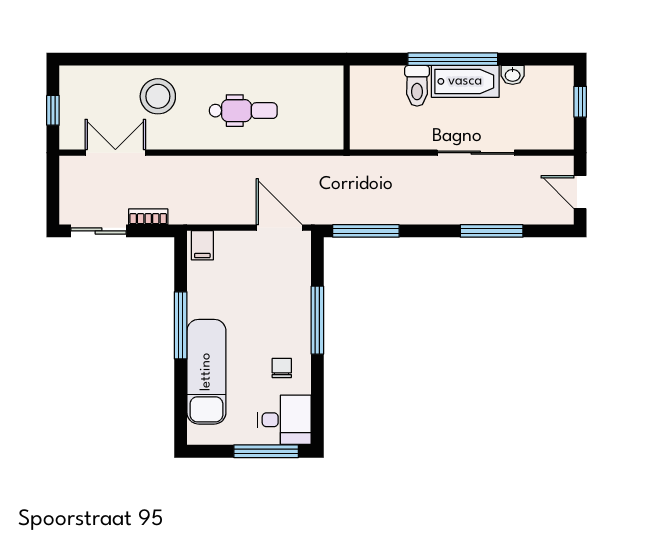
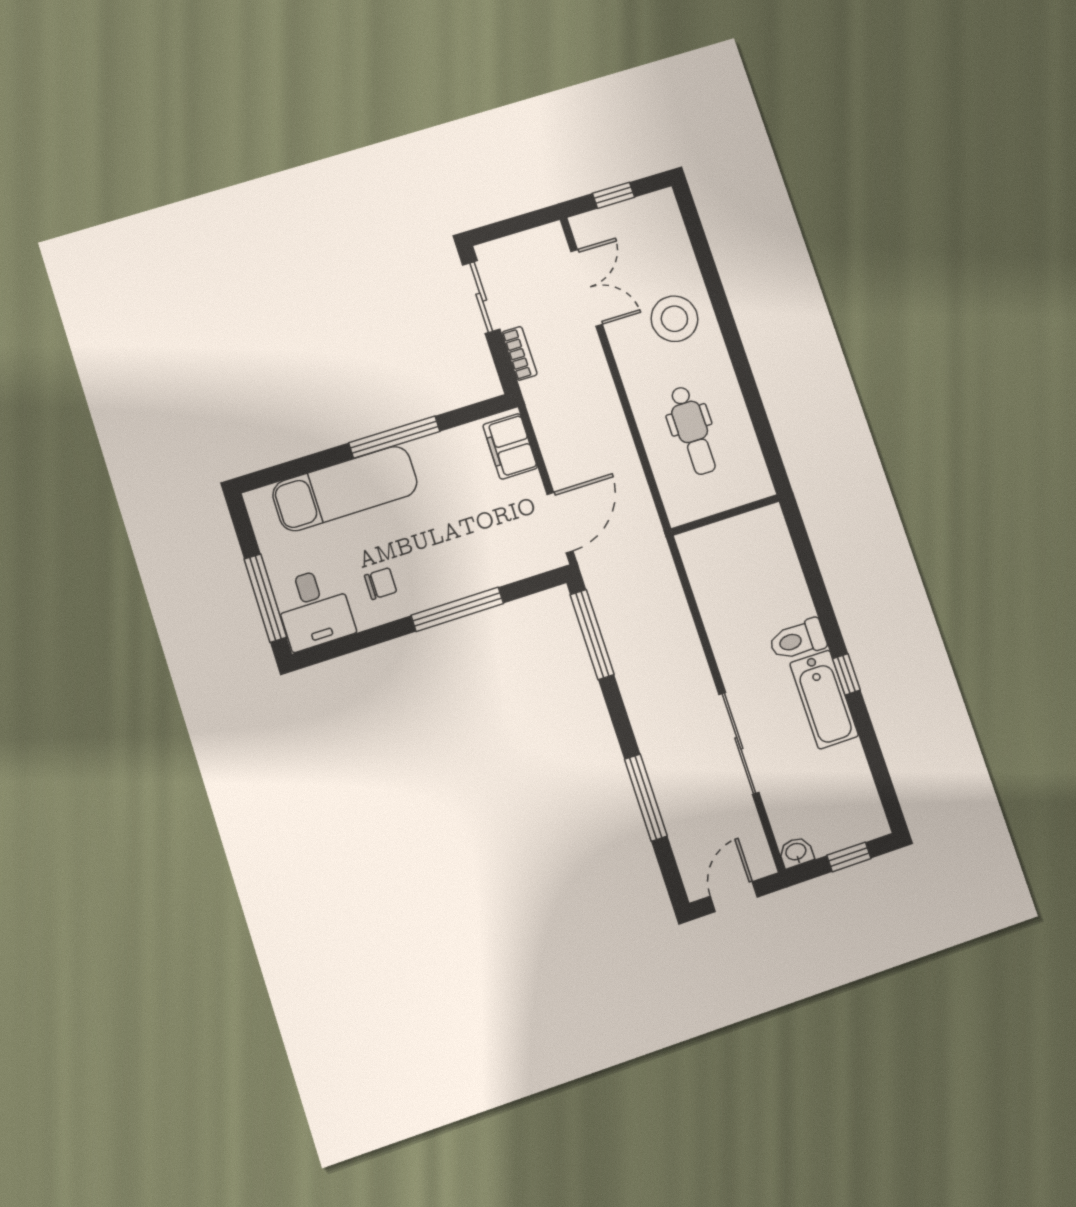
window: (453, 59) -> (846, 674), width x0.32
washbasin: (513, 75) -> (796, 852), moved, turned 90
wall: (347, 108) -> (725, 515), moved
filing cabinet: (202, 245) -> (510, 446), width x2.00

